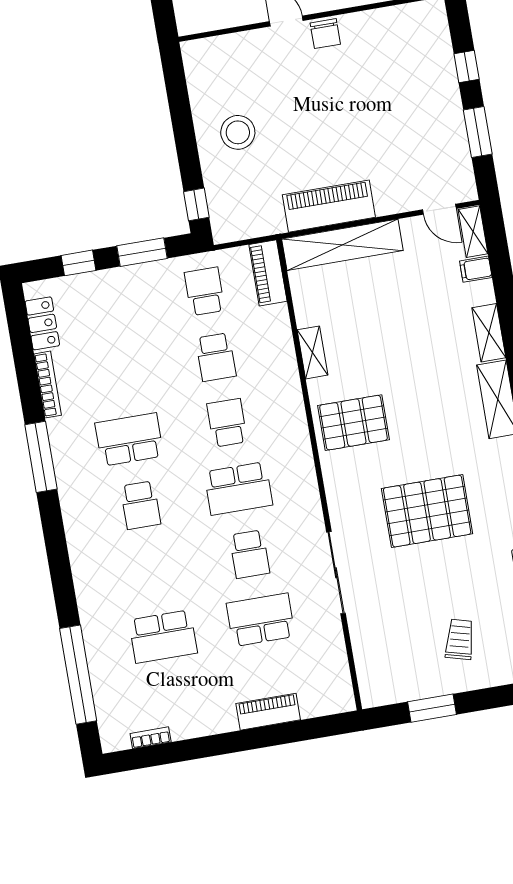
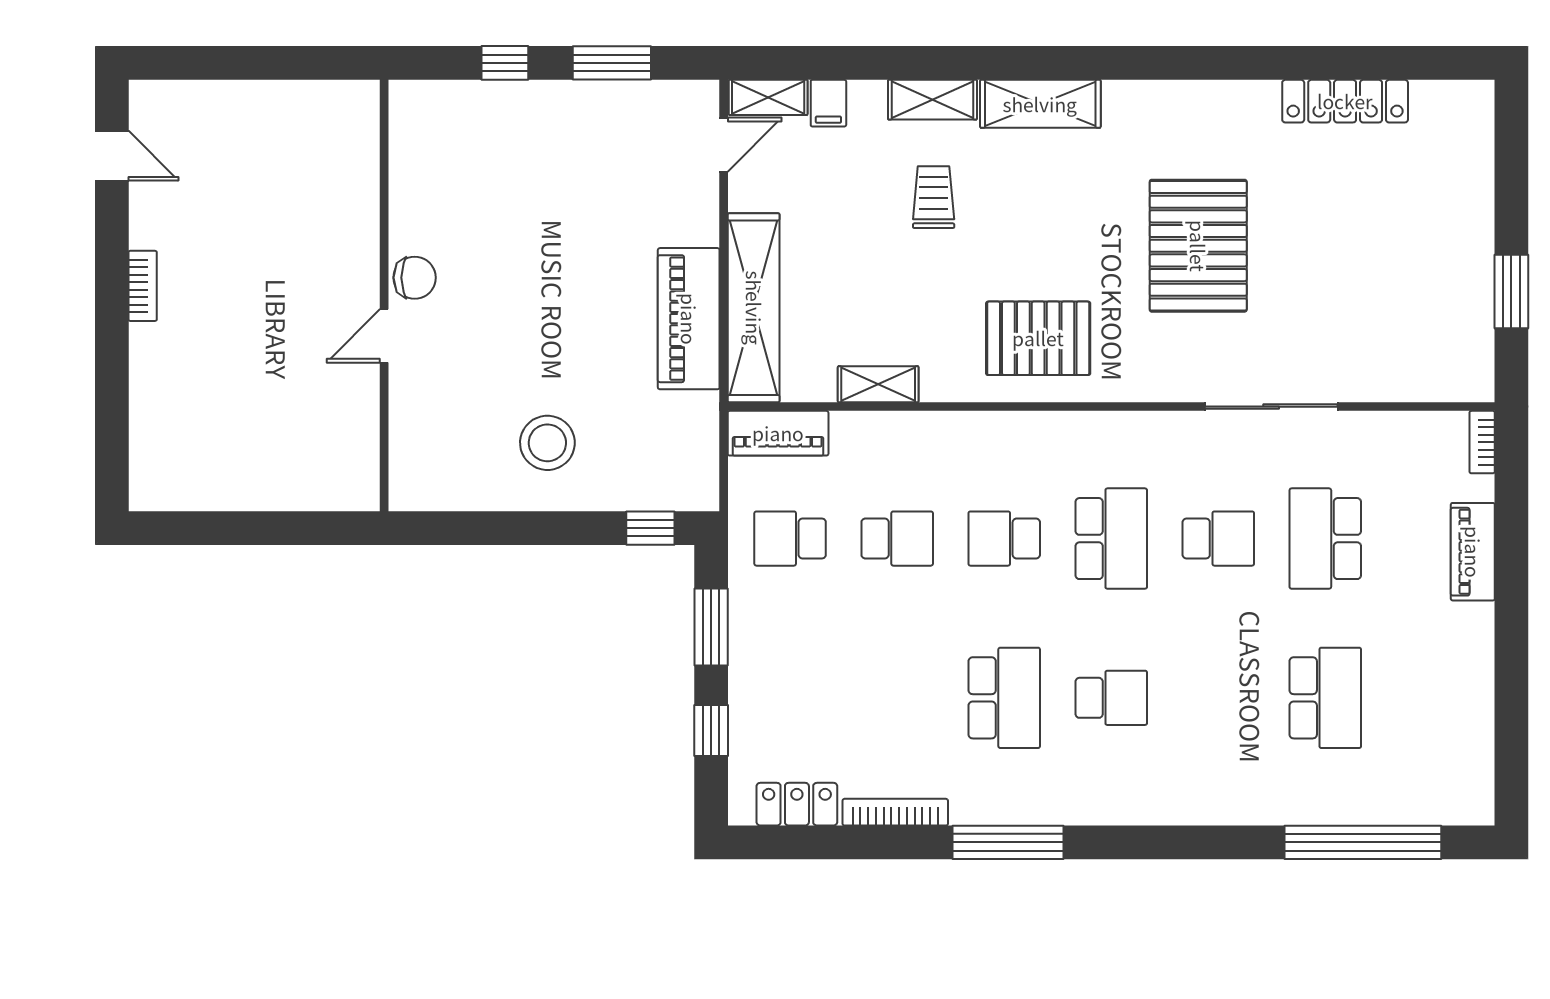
shelving: (312, 352) -> (878, 384), moved
pallet: (353, 423) -> (1038, 338), turned 90
school desk: (129, 439) -> (1004, 698), turned 180
trolley: (460, 639) -> (934, 197), moved, turned 75
bookcase: (151, 738) -> (1482, 442), moved

